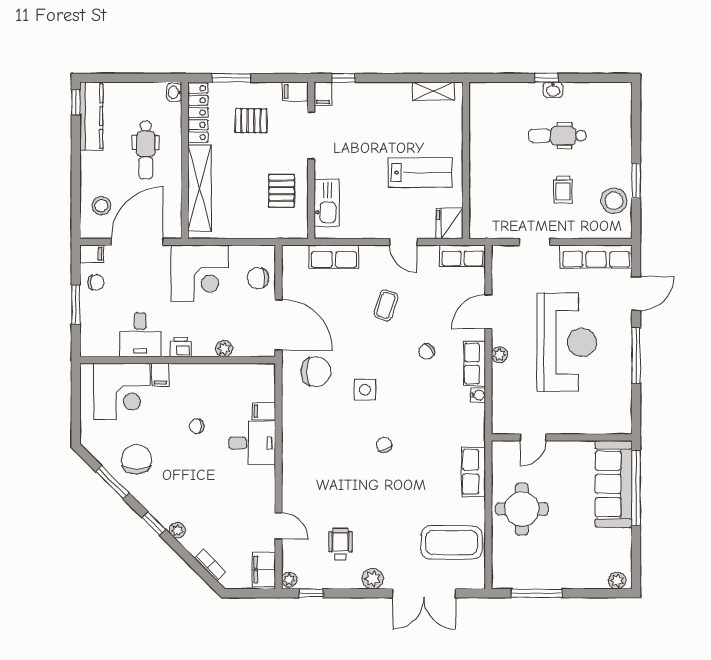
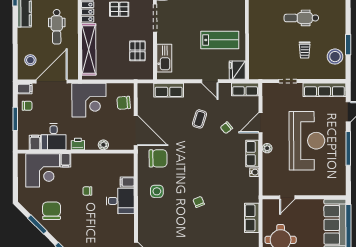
filing cabinet: (109, 344) -> (35, 142), added
chair: (427, 352) -> (226, 128), moved
side table: (365, 390) -> (157, 191), moved

